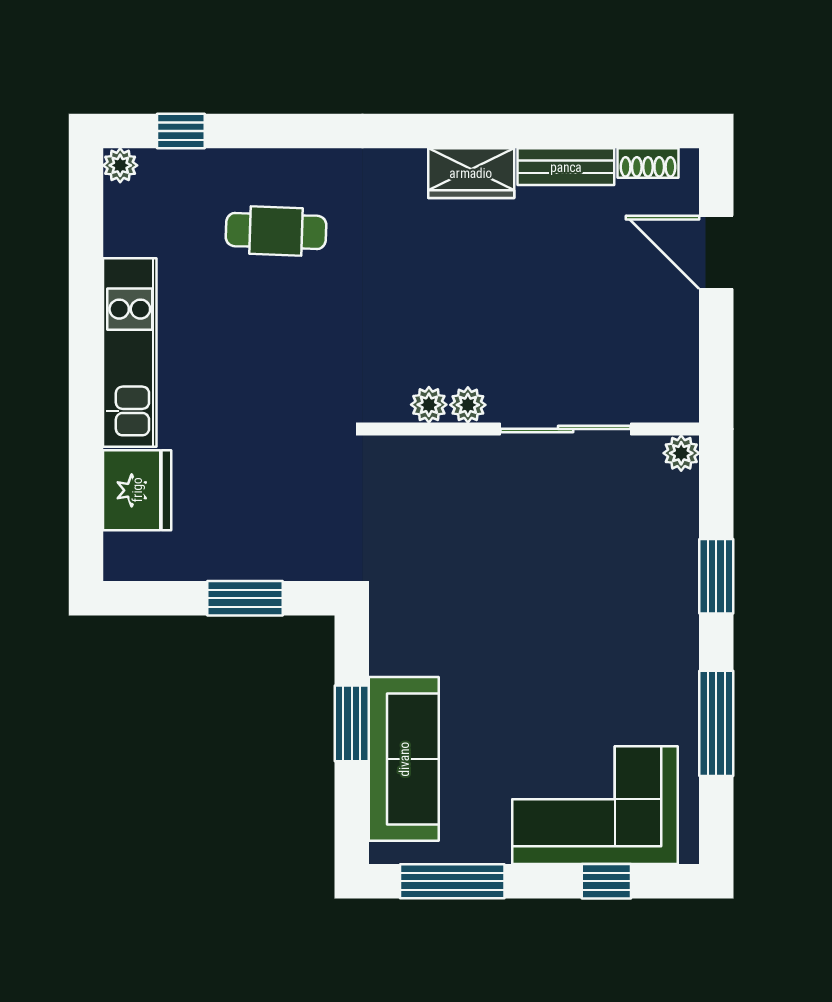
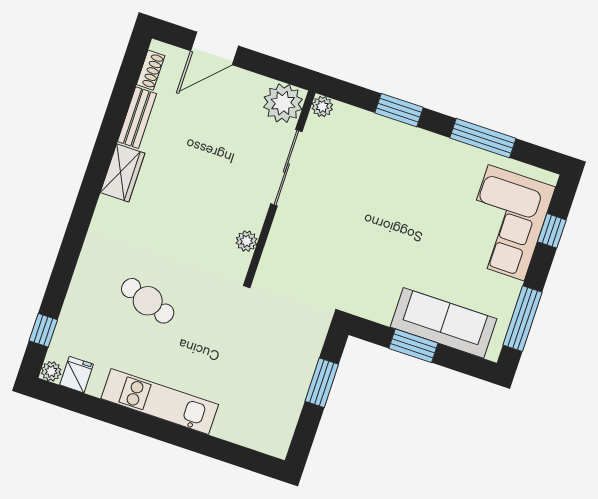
cafe table: (276, 231) -> (148, 301), moved, turned -73
plant: (468, 405) -> (283, 103), moved, width x1.87, depth x1.87
fridge: (137, 490) -> (77, 375), moved, width x0.53, depth x0.75

